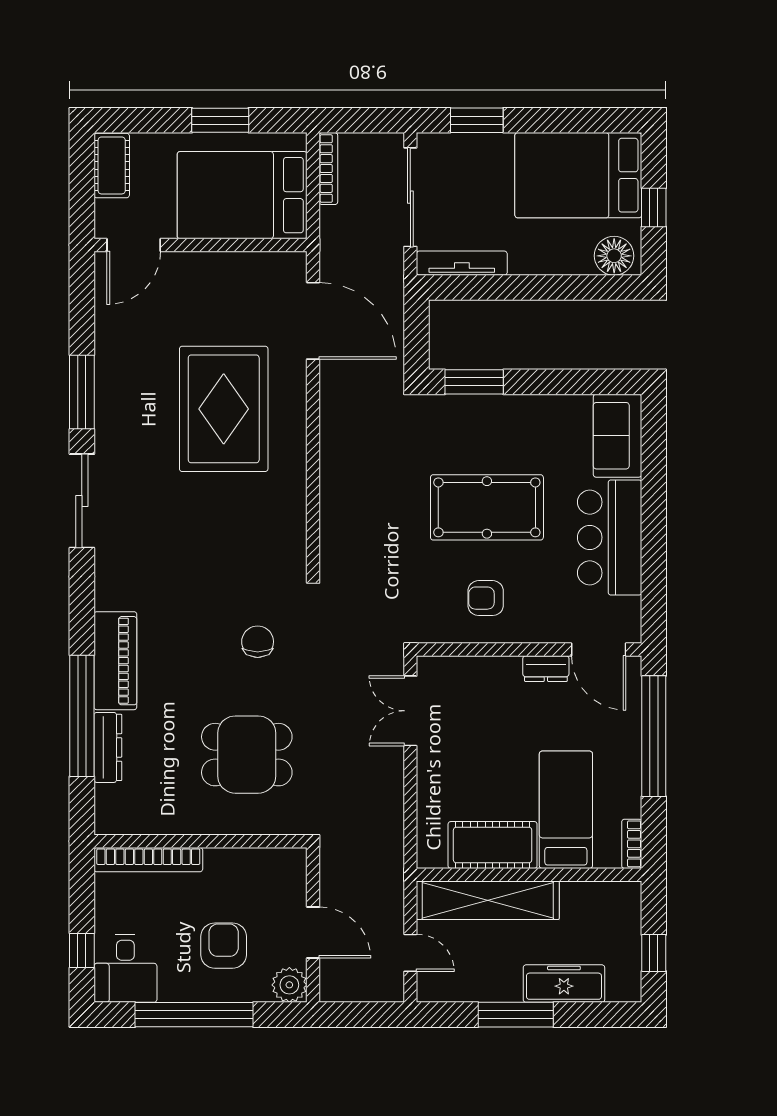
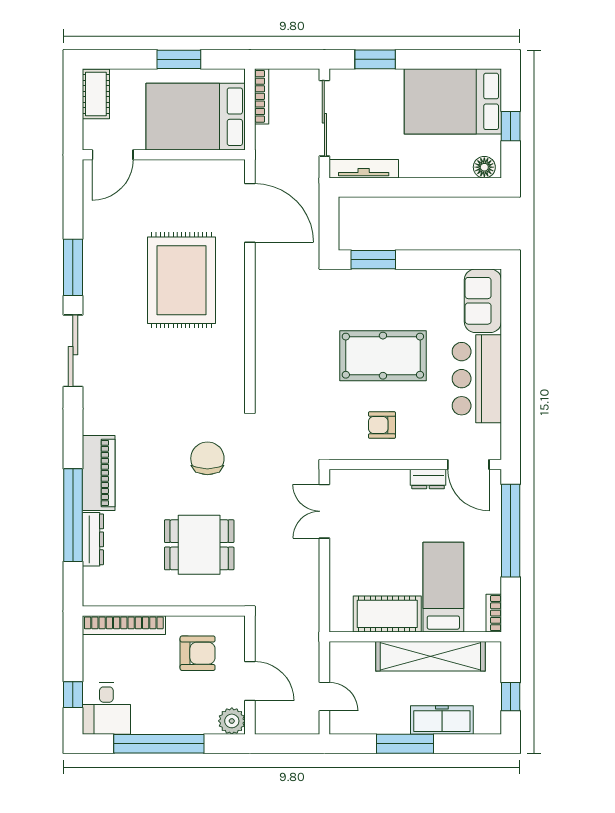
floor lamp: (614, 256) -> (484, 167), width x0.73, depth x0.73
chair: (258, 642) -> (207, 458), width x1.37, depth x1.37
shelving: (488, 900) -> (430, 656), moved
armchair: (224, 946) -> (198, 653), moved, turned 90

